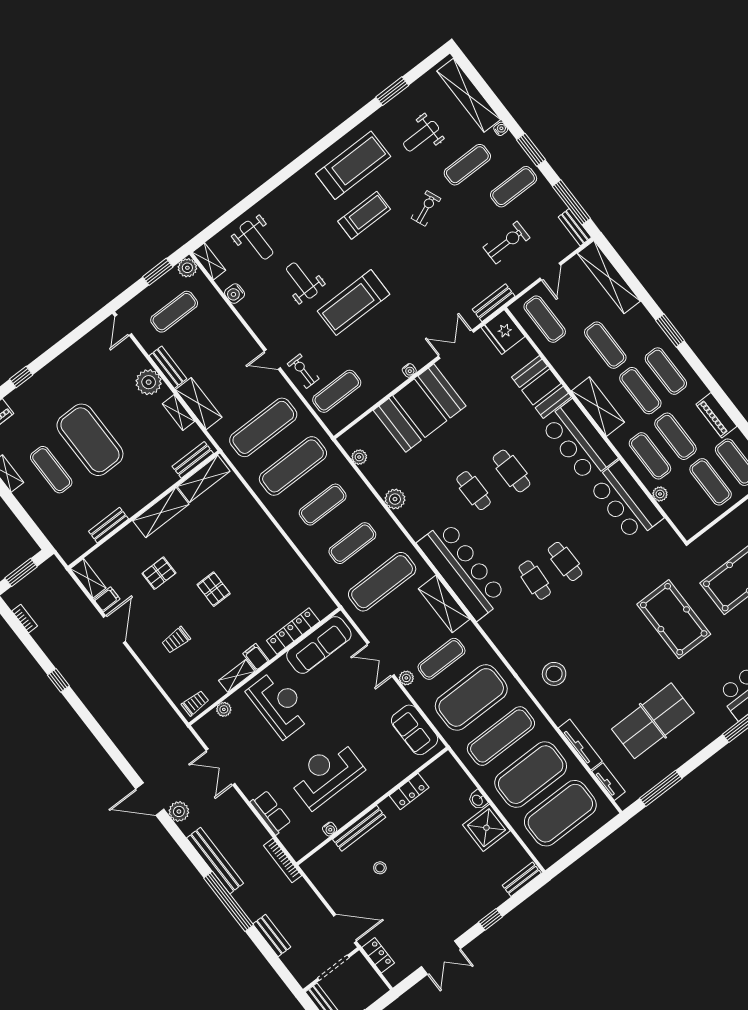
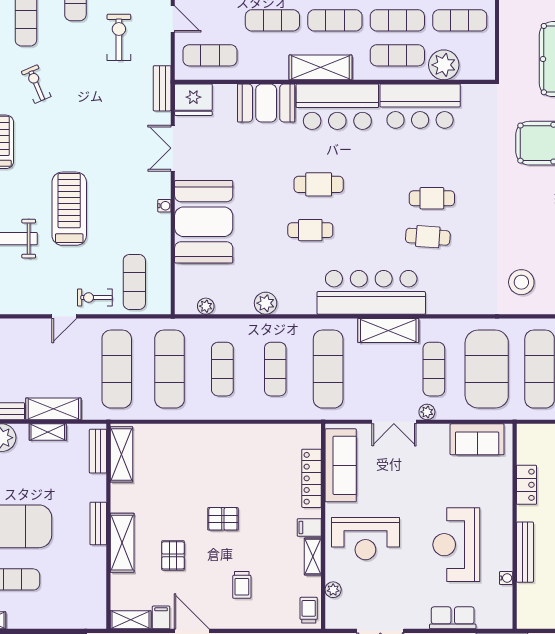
treadmill: (354, 303) -> (69, 209), turned 180
plant: (660, 494) -> (444, 65), width x1.87, depth x1.87
shelving: (161, 512) -> (122, 543), moved
bench: (108, 525) -> (98, 523), moved
reception desk: (279, 704) -> (365, 539), turned 180

